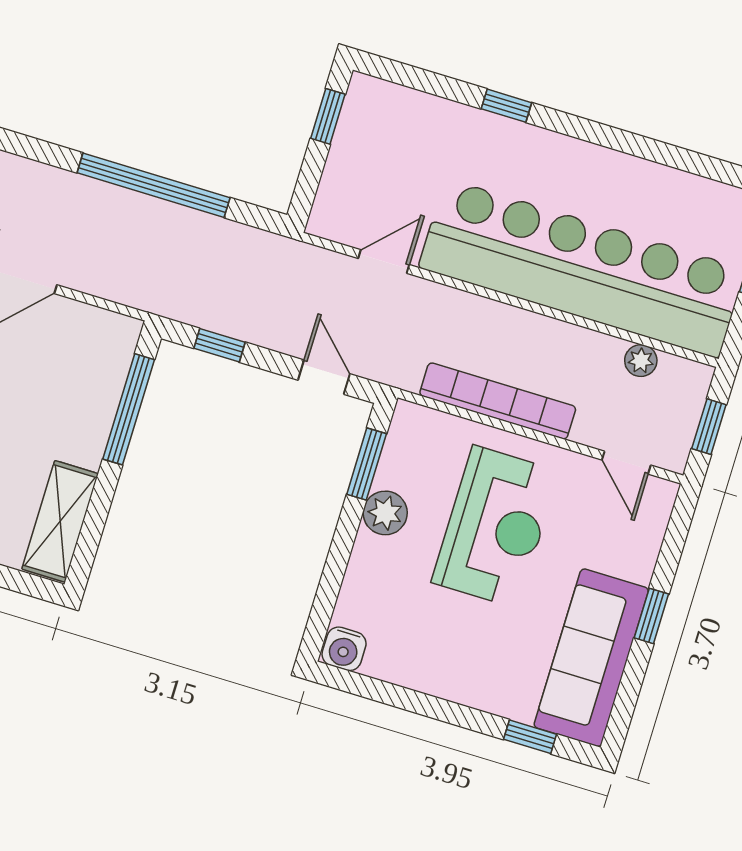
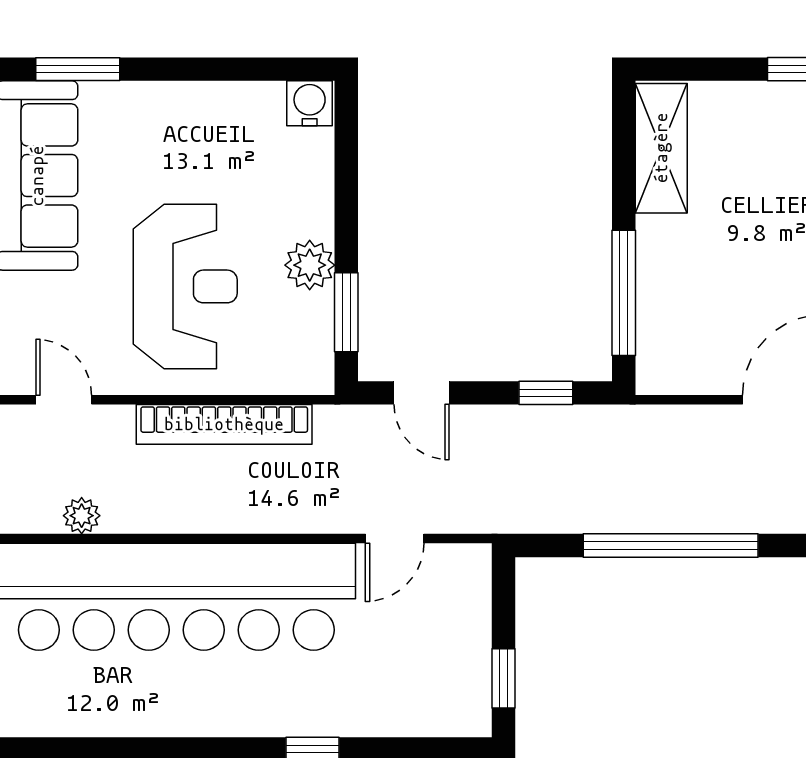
reception desk: (495, 527) -> (185, 286), turned 180
window: (530, 737) -> (78, 69), width x1.50

